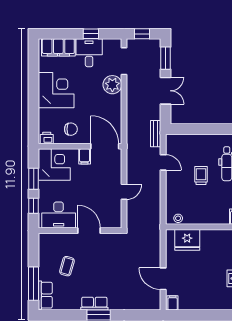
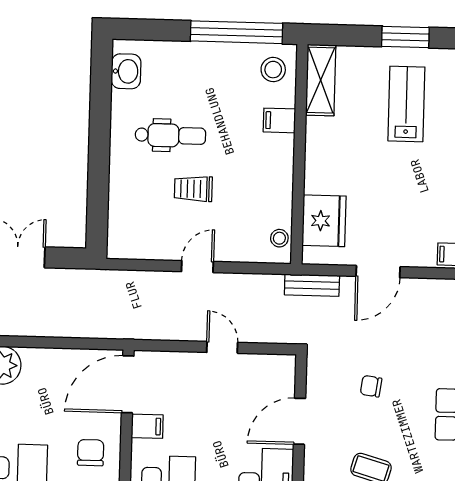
bench: (156, 134) -> (312, 285), moved
door: (163, 162) -> (197, 267), moved
chair: (107, 265) -> (371, 386), added
door: (163, 279) -> (378, 272), moved

